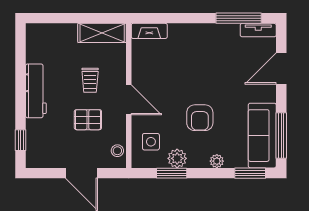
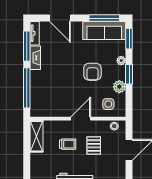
window: (175, 18) -> (27, 88), added
fireplace: (149, 31) -> (35, 58), moved
armchair: (200, 118) -> (92, 72), turned 90
window: (172, 173) -> (129, 74), moved

